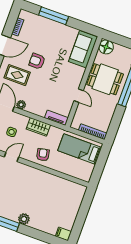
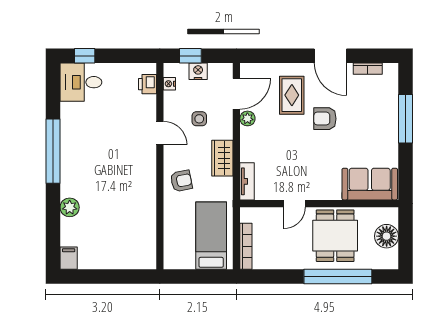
floor lamp: (106, 47) -> (387, 236), moved
armchair: (37, 61) -> (325, 119), turned -90
plant: (24, 219) -> (70, 207), moved

